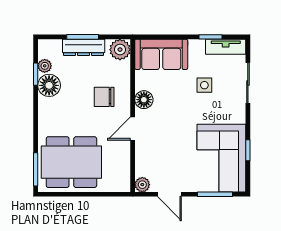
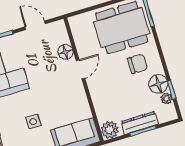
chair: (104, 97) -> (137, 64), moved
floor lamp: (144, 100) -> (65, 52), moved
plant: (142, 185) -> (59, 27), removed

